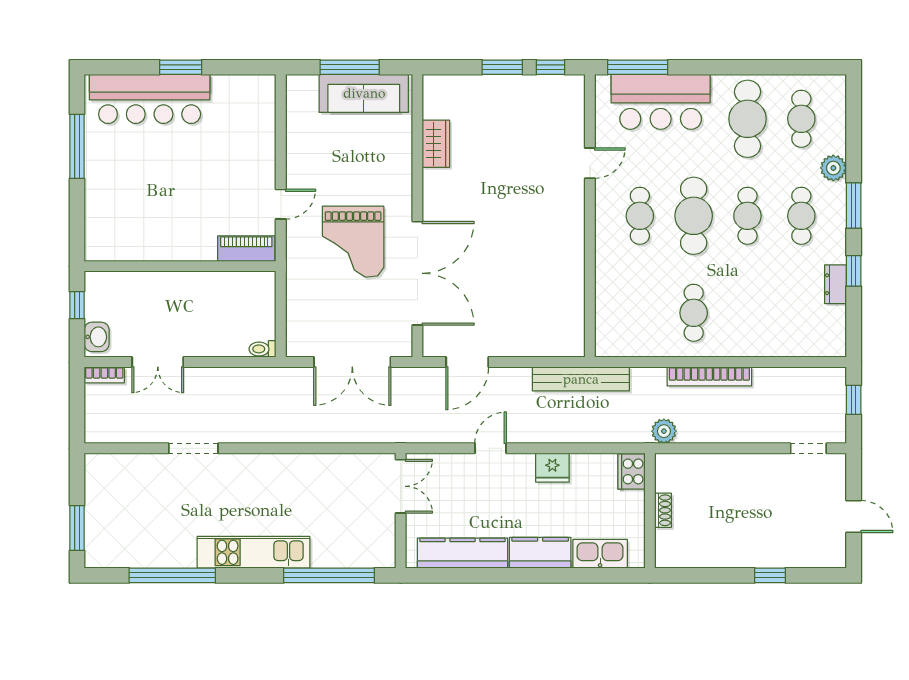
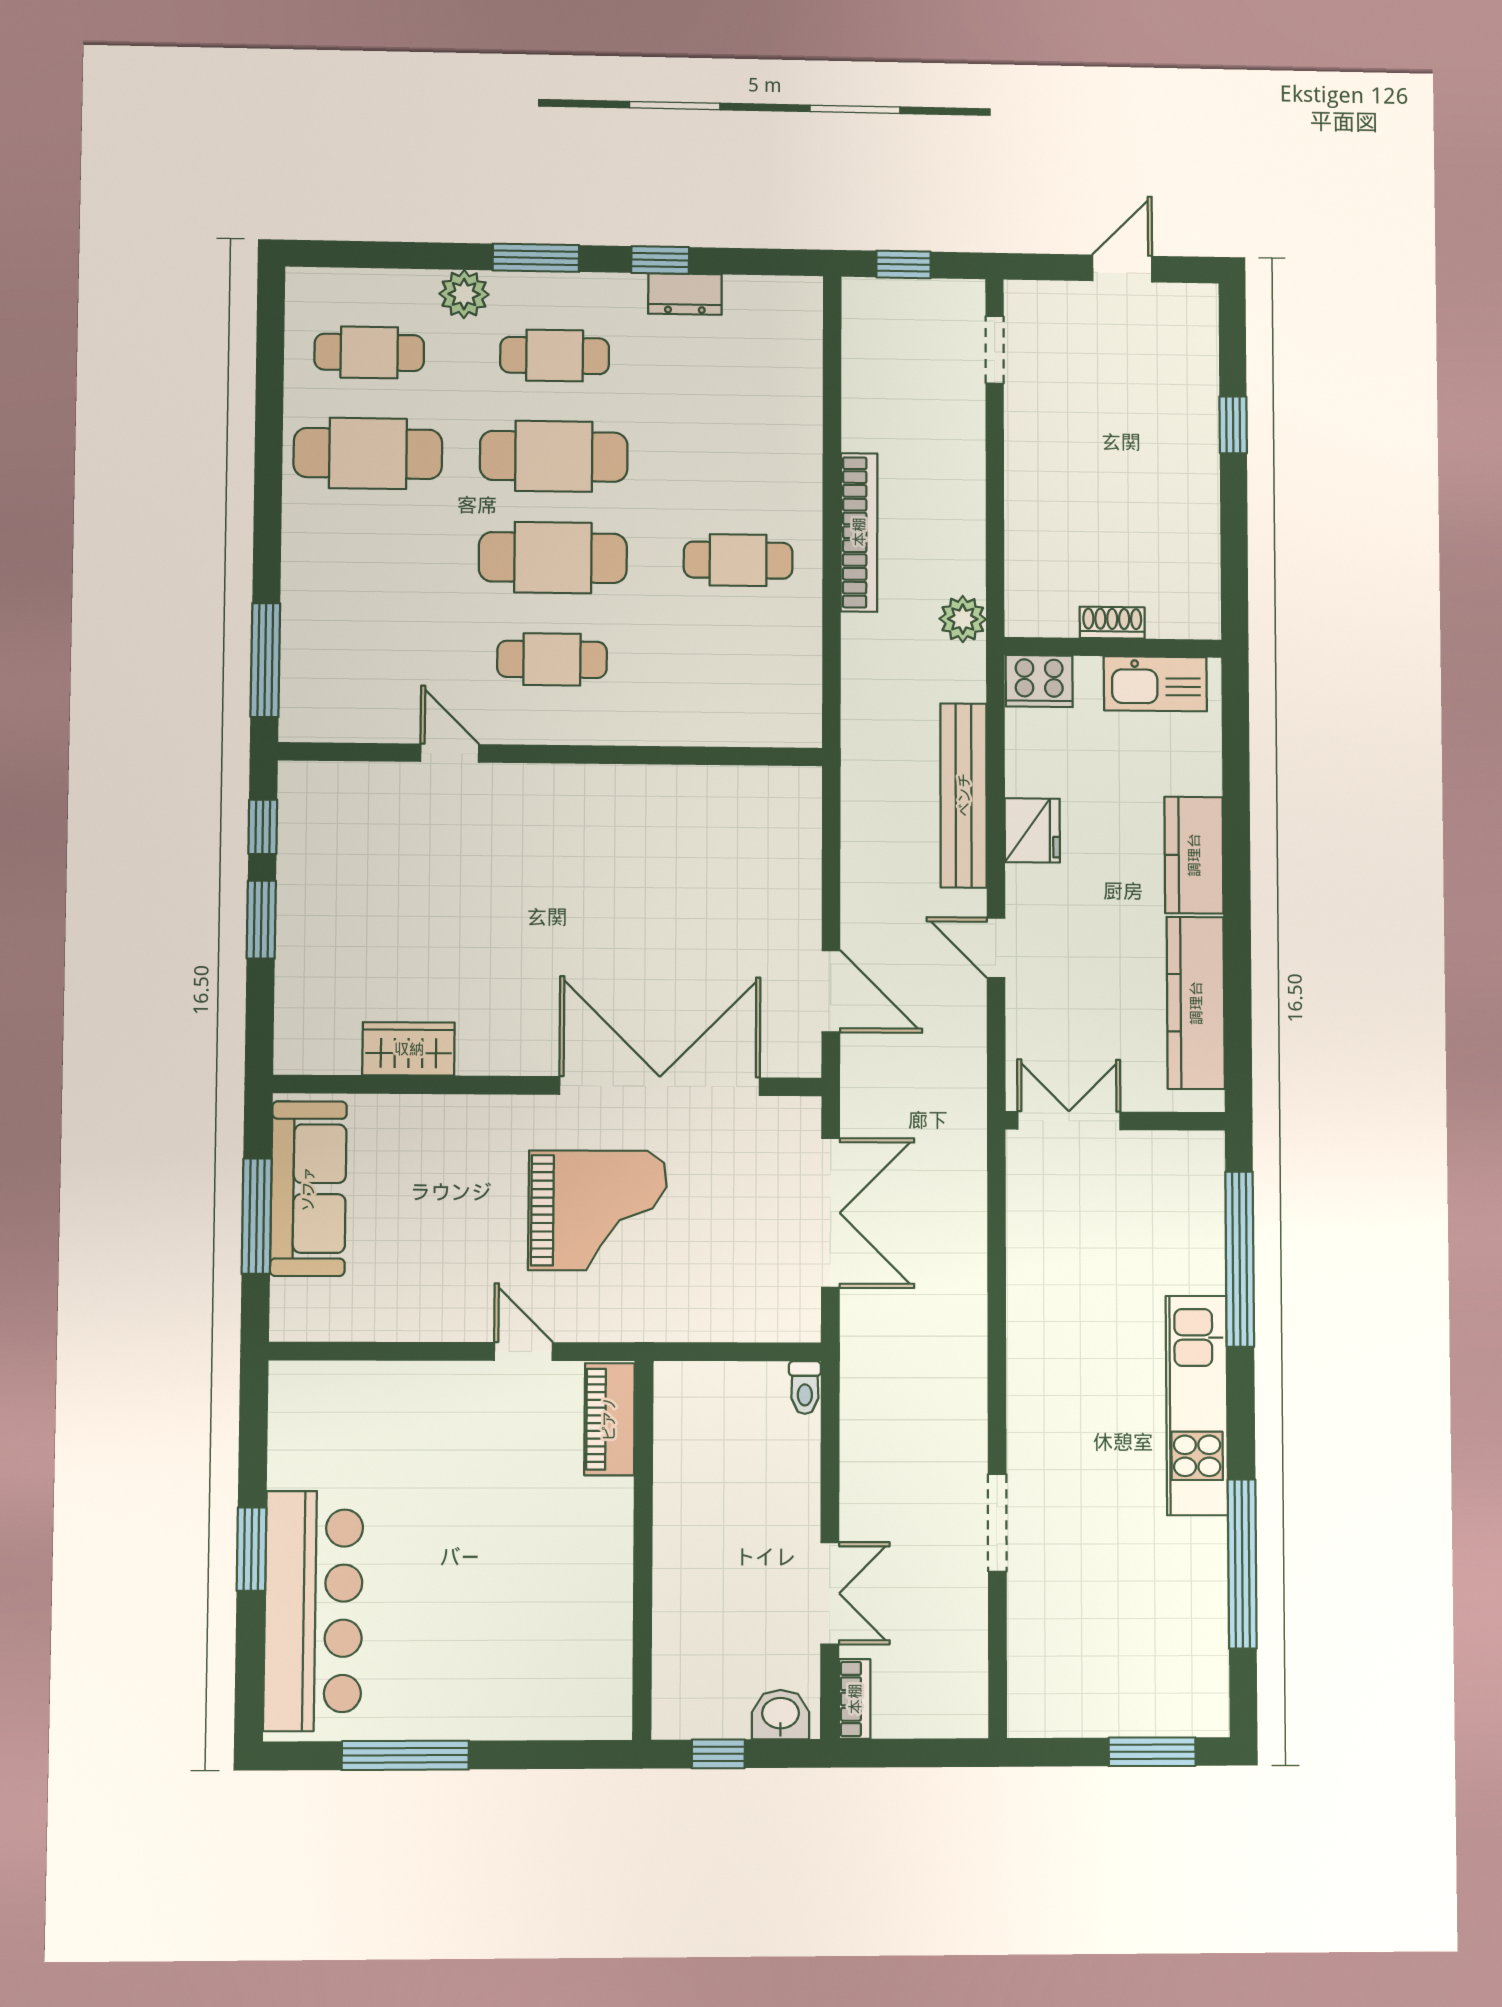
bar counter: (661, 102) -> (333, 617), removed
cafe table: (747, 216) -> (554, 456), width x1.37, depth x1.35
bench: (581, 379) -> (964, 795), moved
kitchen sink: (600, 554) -> (1155, 684), moved, turned -90

